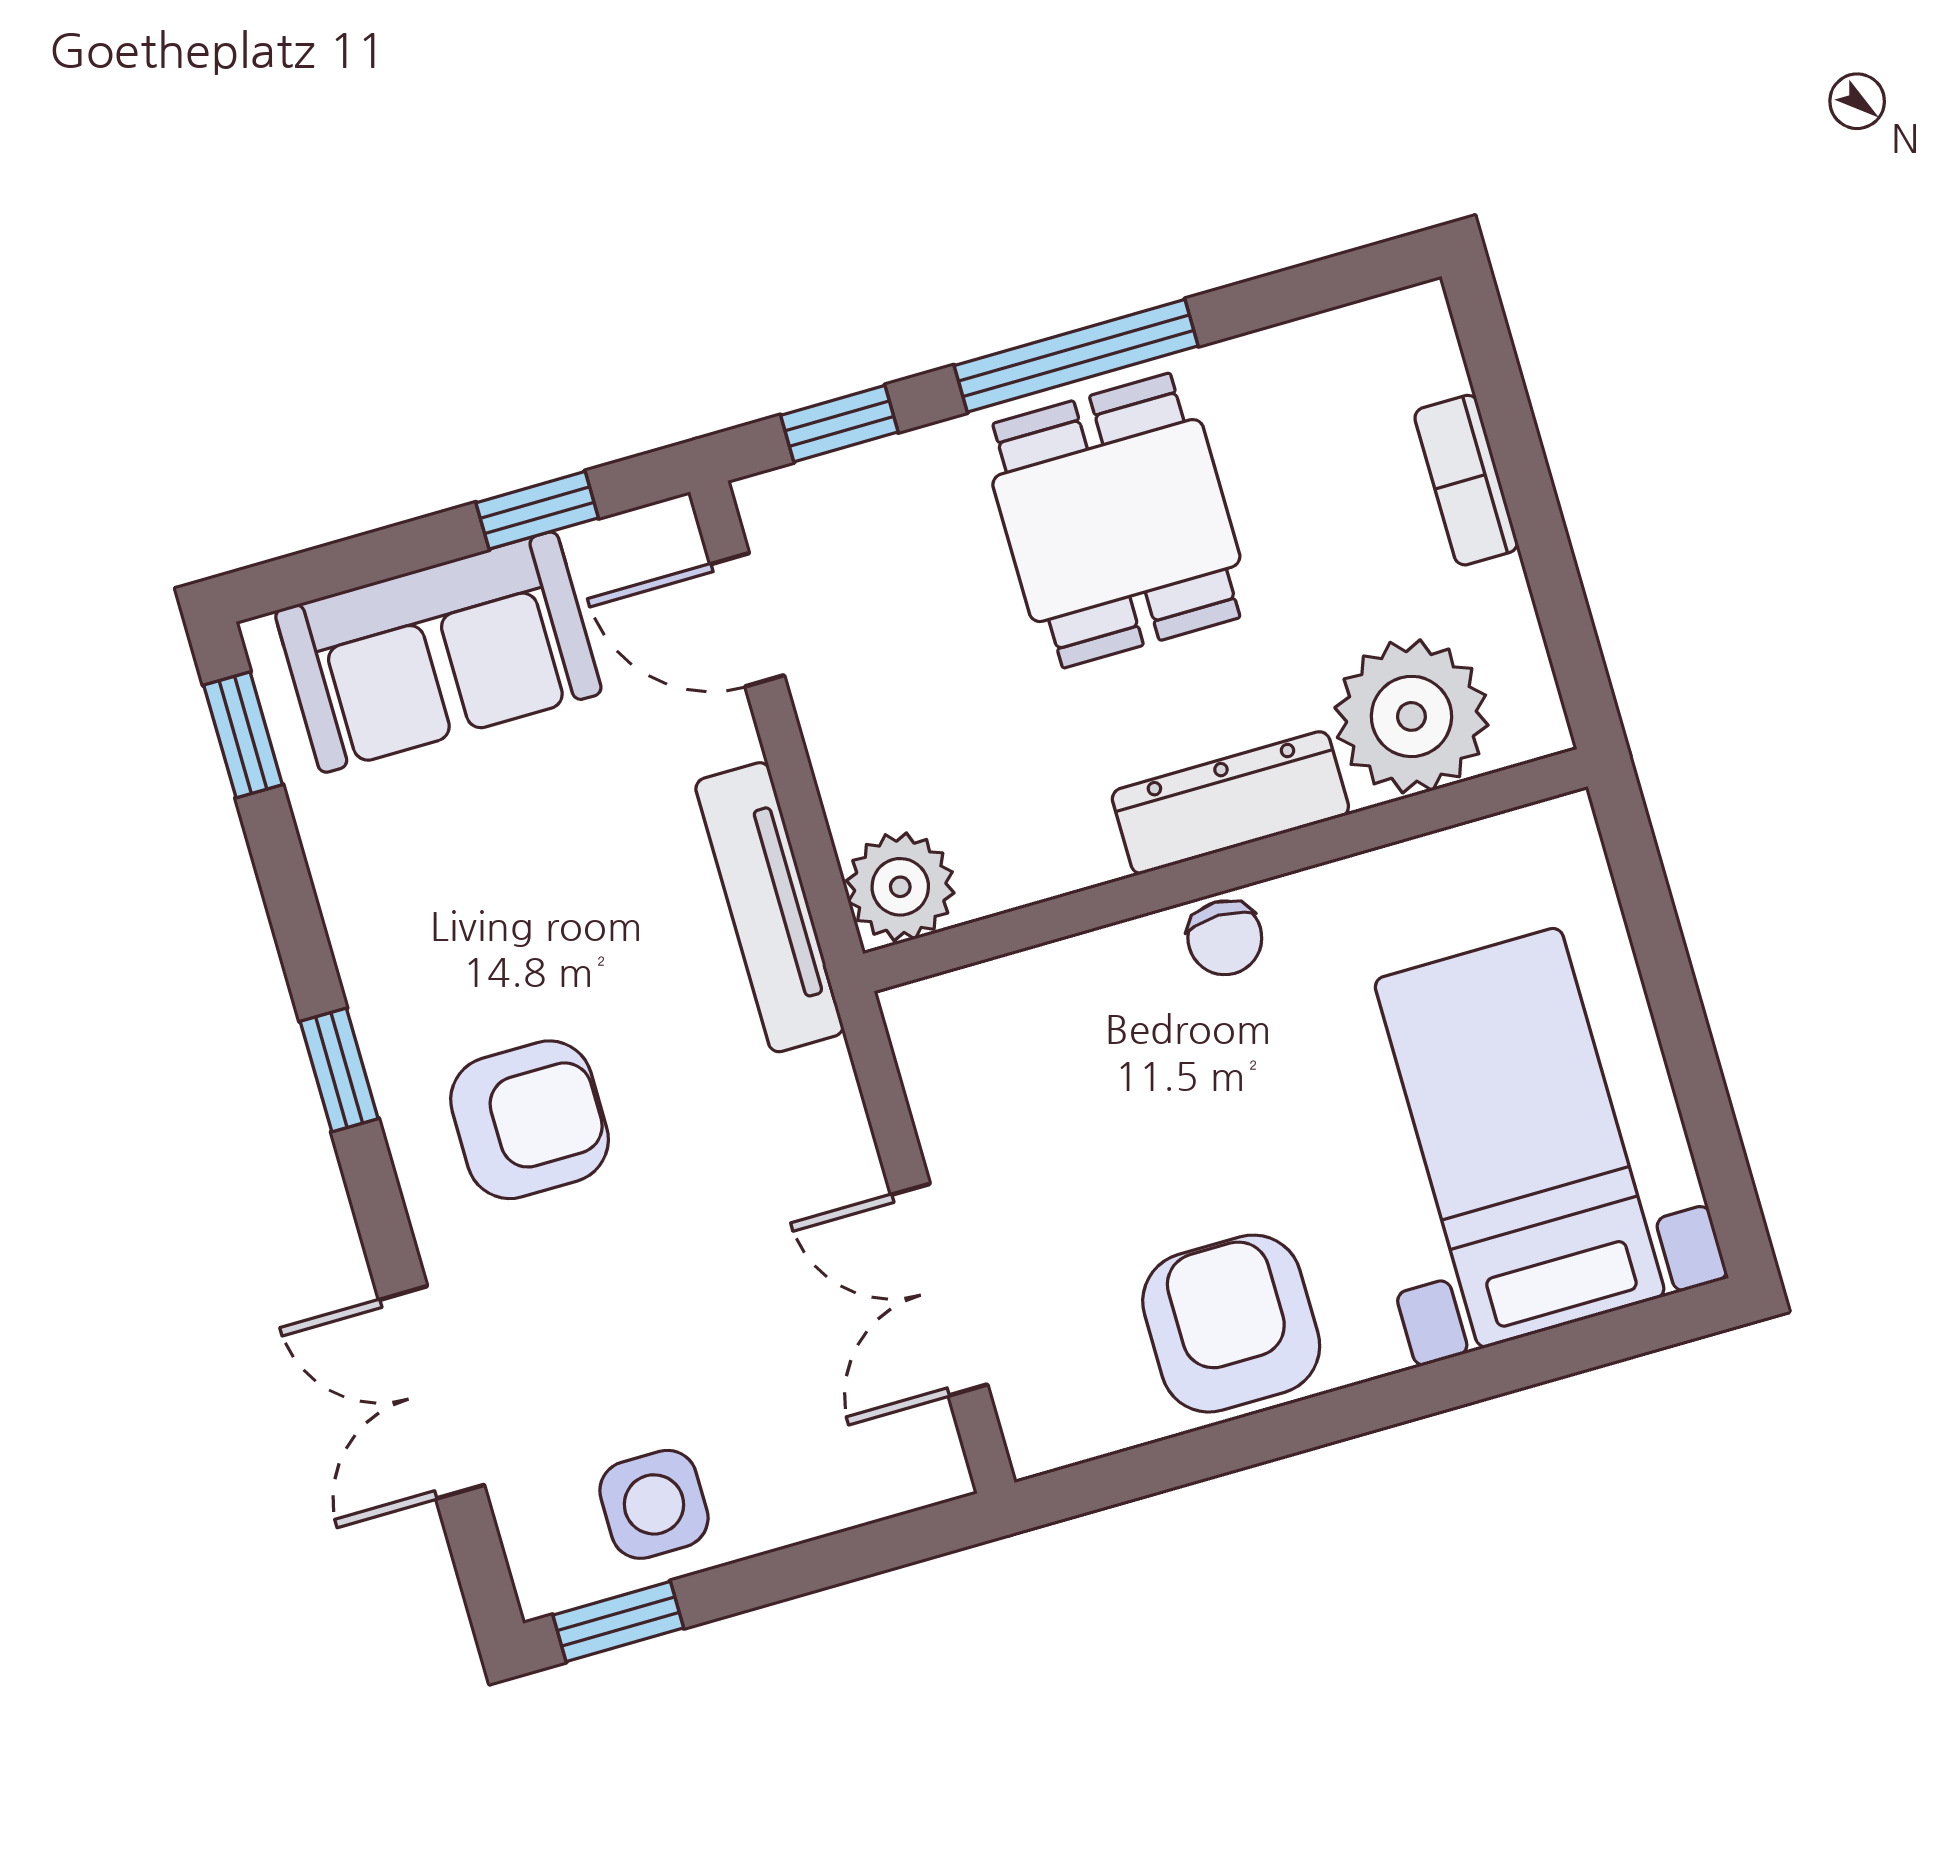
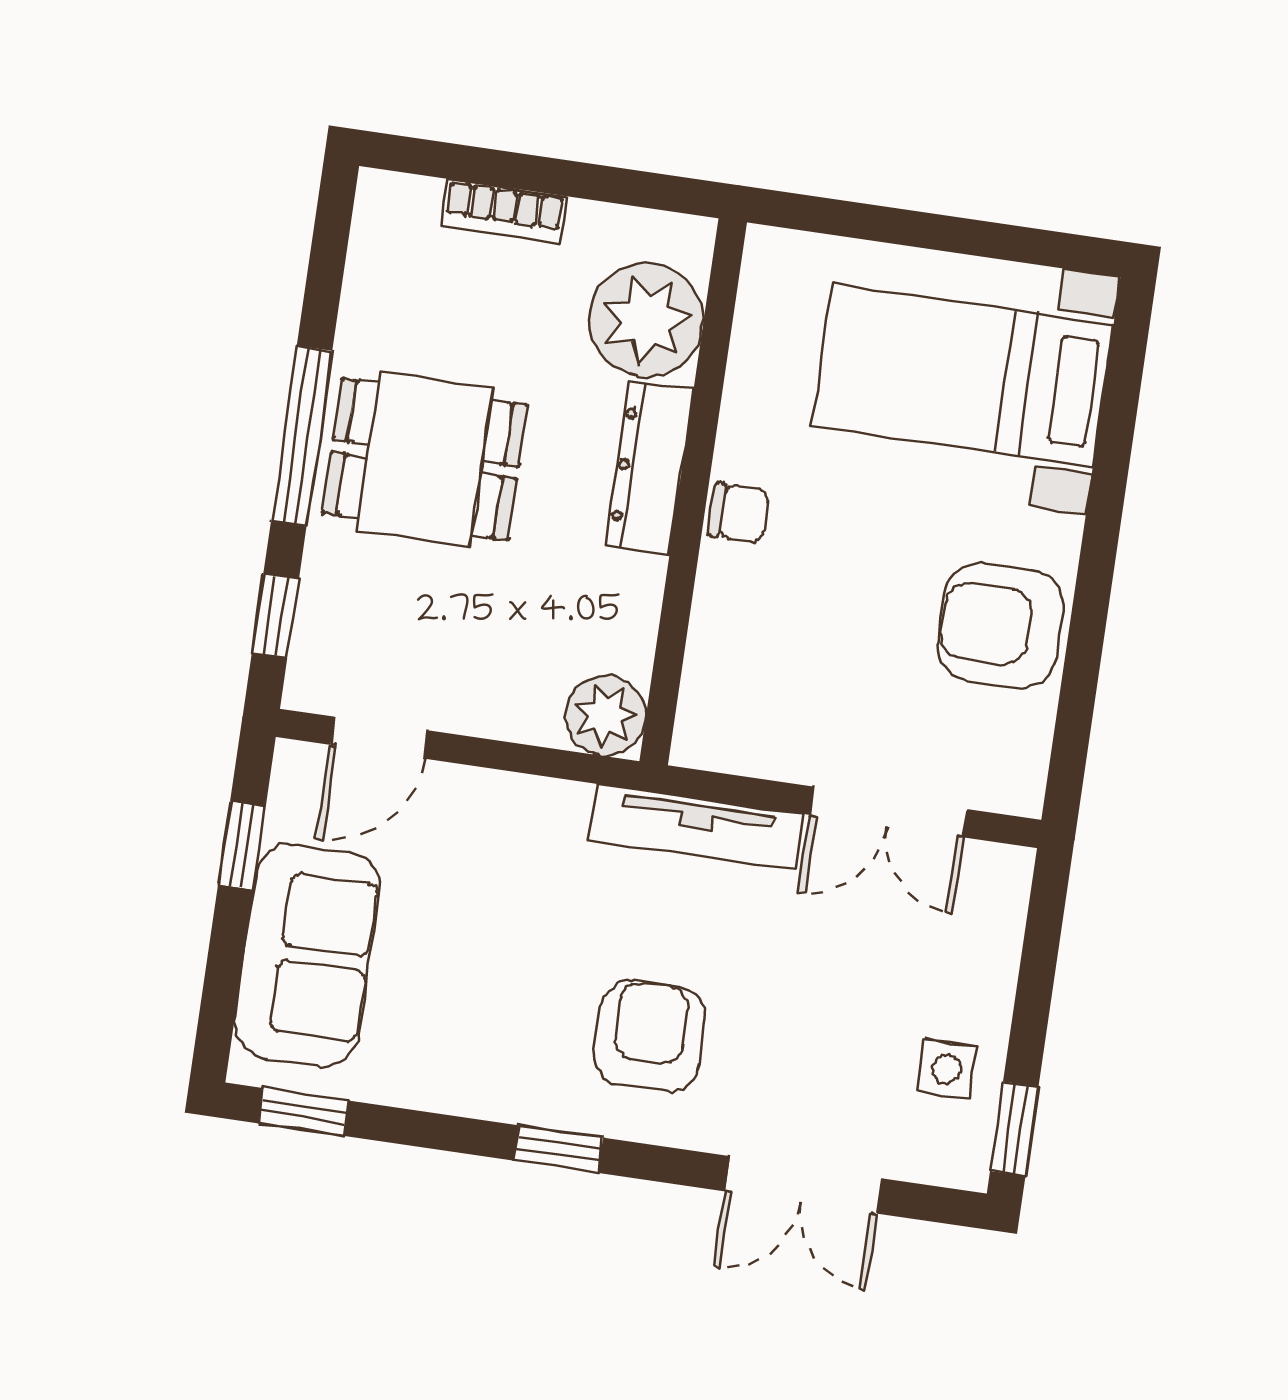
tv unit: (769, 907) -> (696, 827), moved
side table: (654, 1504) -> (946, 1069), width x0.73, depth x0.73

